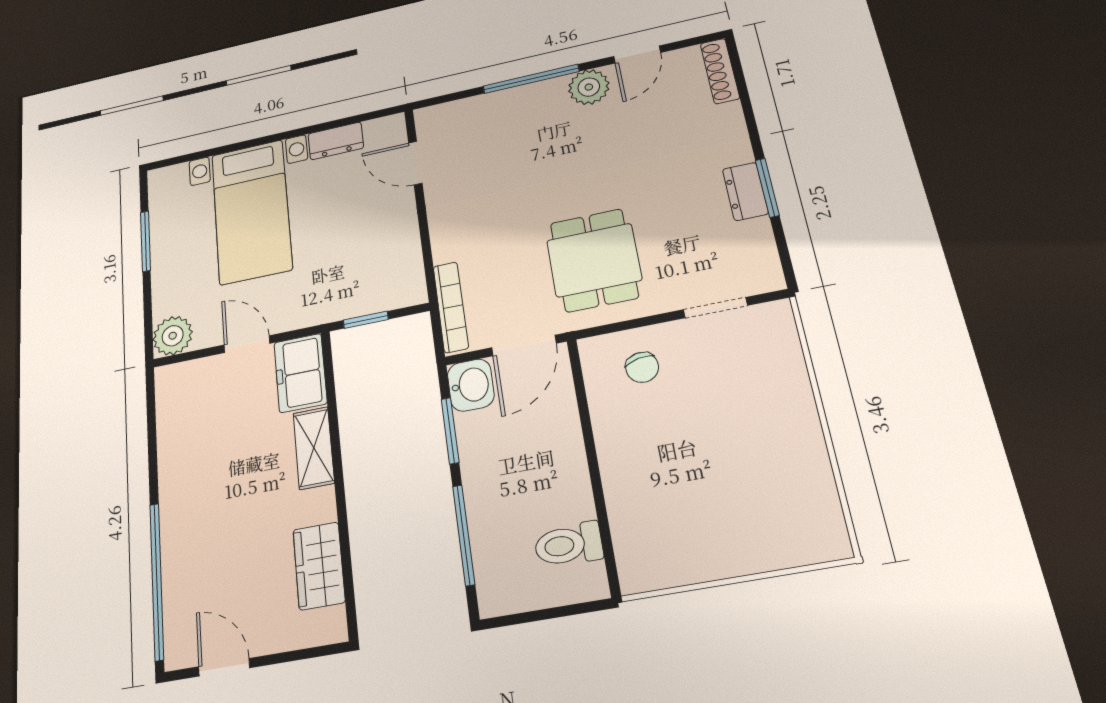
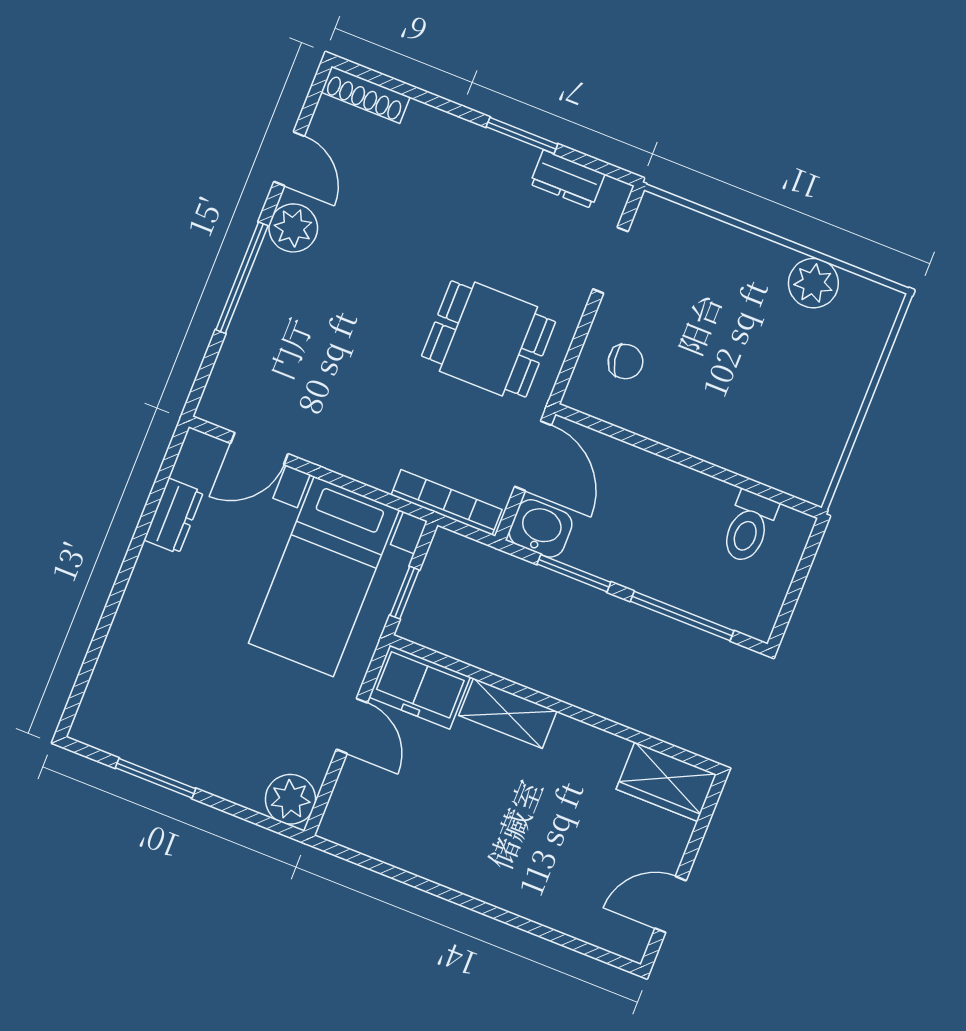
dresser: (745, 191) -> (567, 179), moved
bed with nightstands: (251, 211) -> (324, 576), moved, turned 90
door: (247, 344) -> (352, 726), swing flipped
plant: (808, 474) -> (813, 283), added
wardrobe: (319, 566) -> (666, 782), moved
window: (157, 581) -> (547, 933), removed

